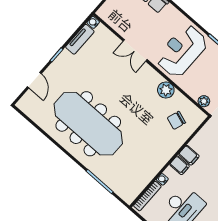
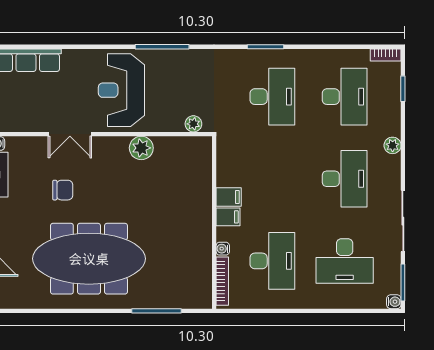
chair: (176, 120) -> (63, 190), moved, turned -109

